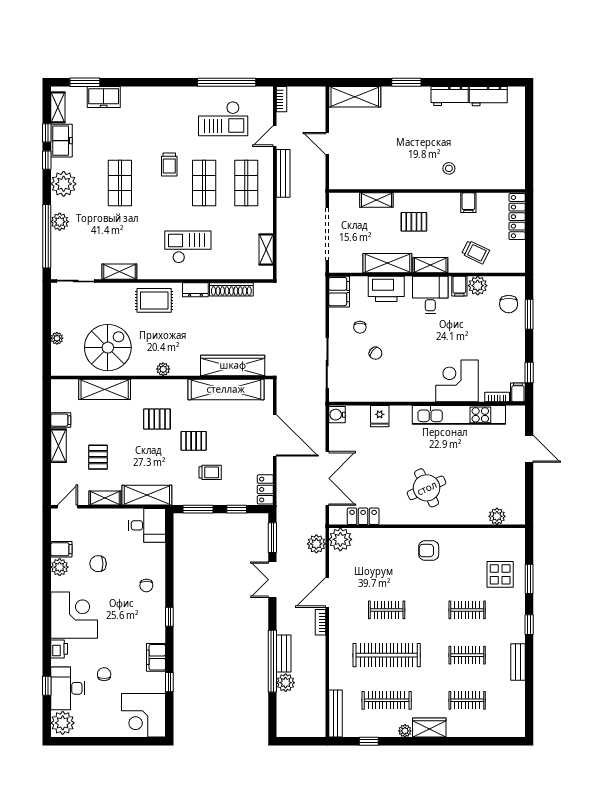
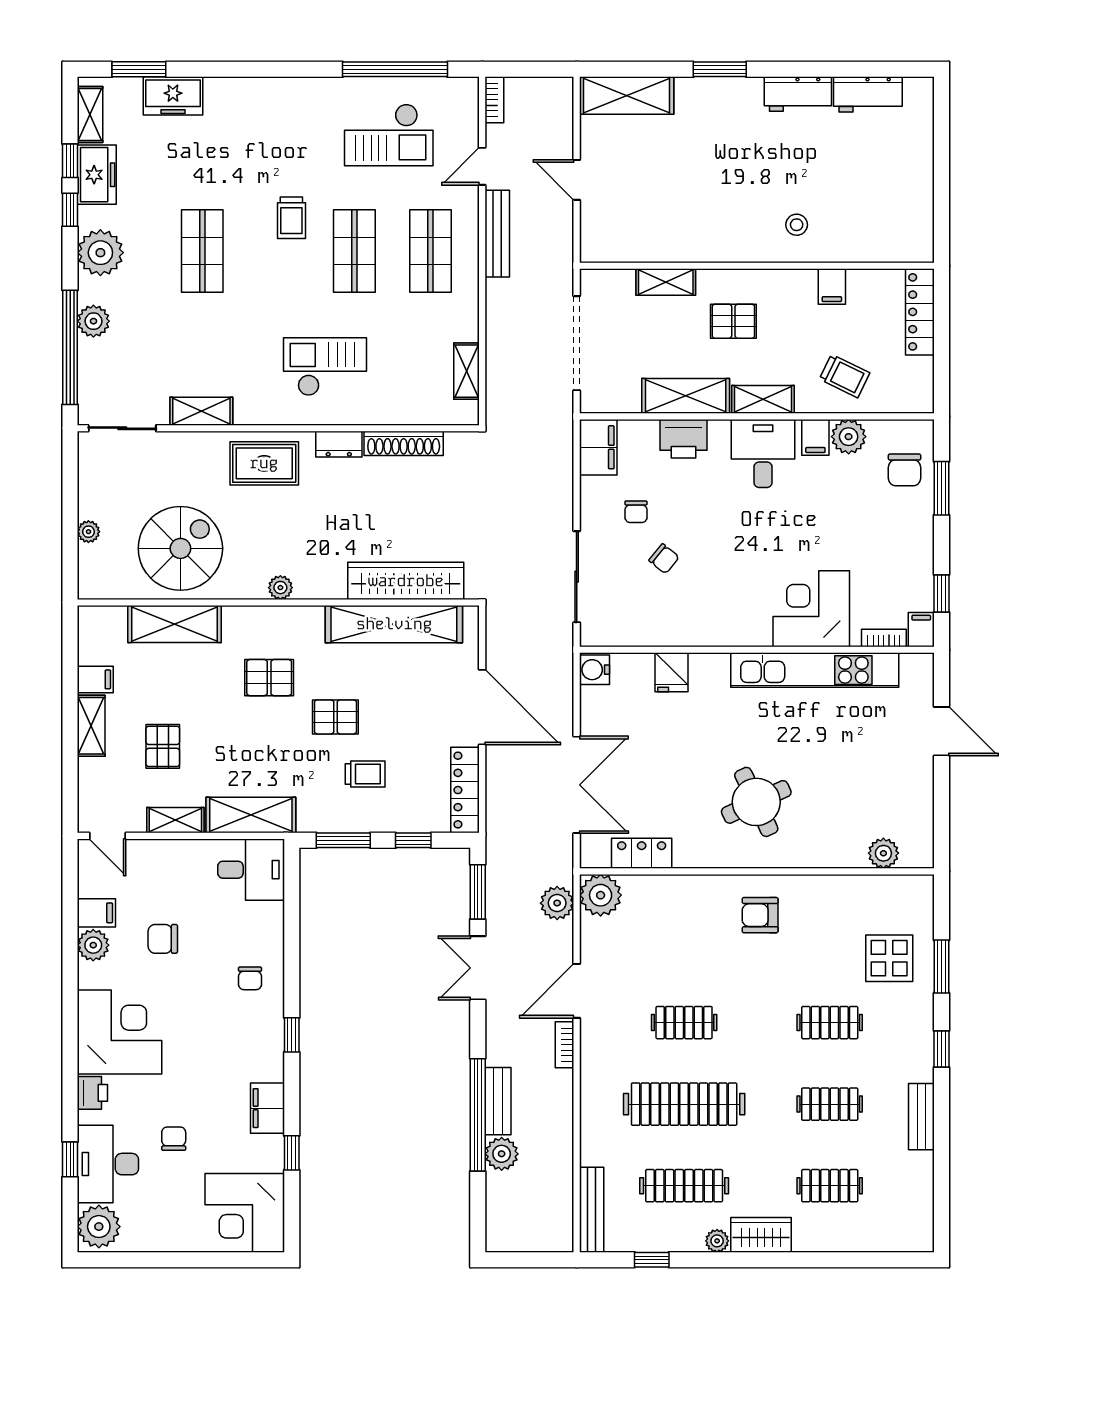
printer: (386, 289) -> (683, 439), width x0.73, depth x0.84
locker: (265, 489) -> (465, 790), width x1.53
door: (67, 507) -> (108, 836), swing flipped

